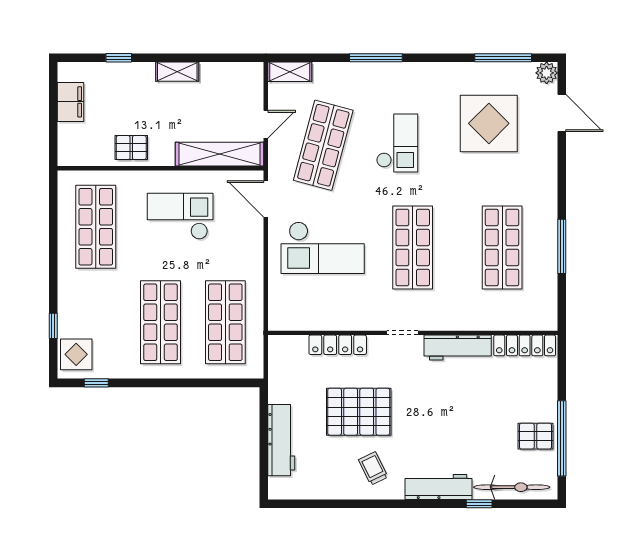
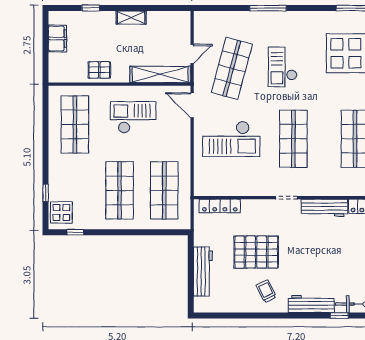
shelving: (290, 72) -> (209, 18), removed
checkout: (397, 143) -> (283, 67), turned 180
locker: (338, 345) -> (220, 206), moved

